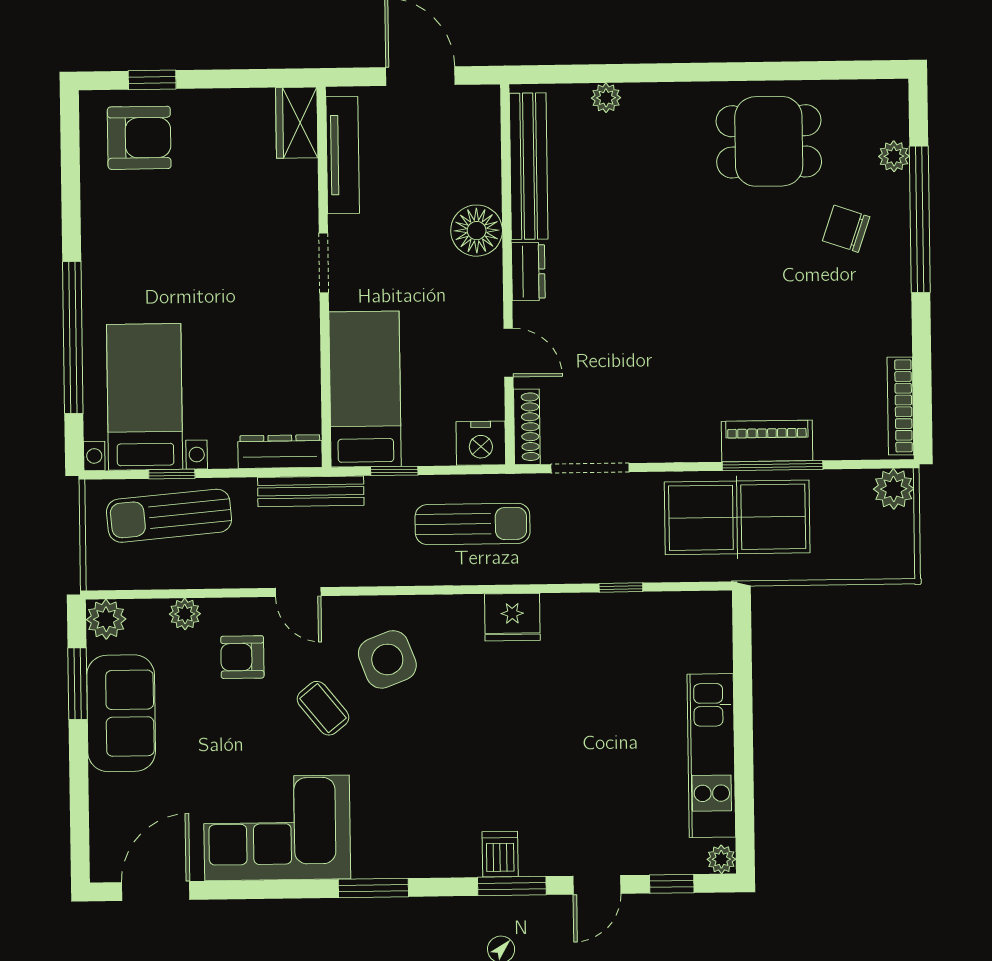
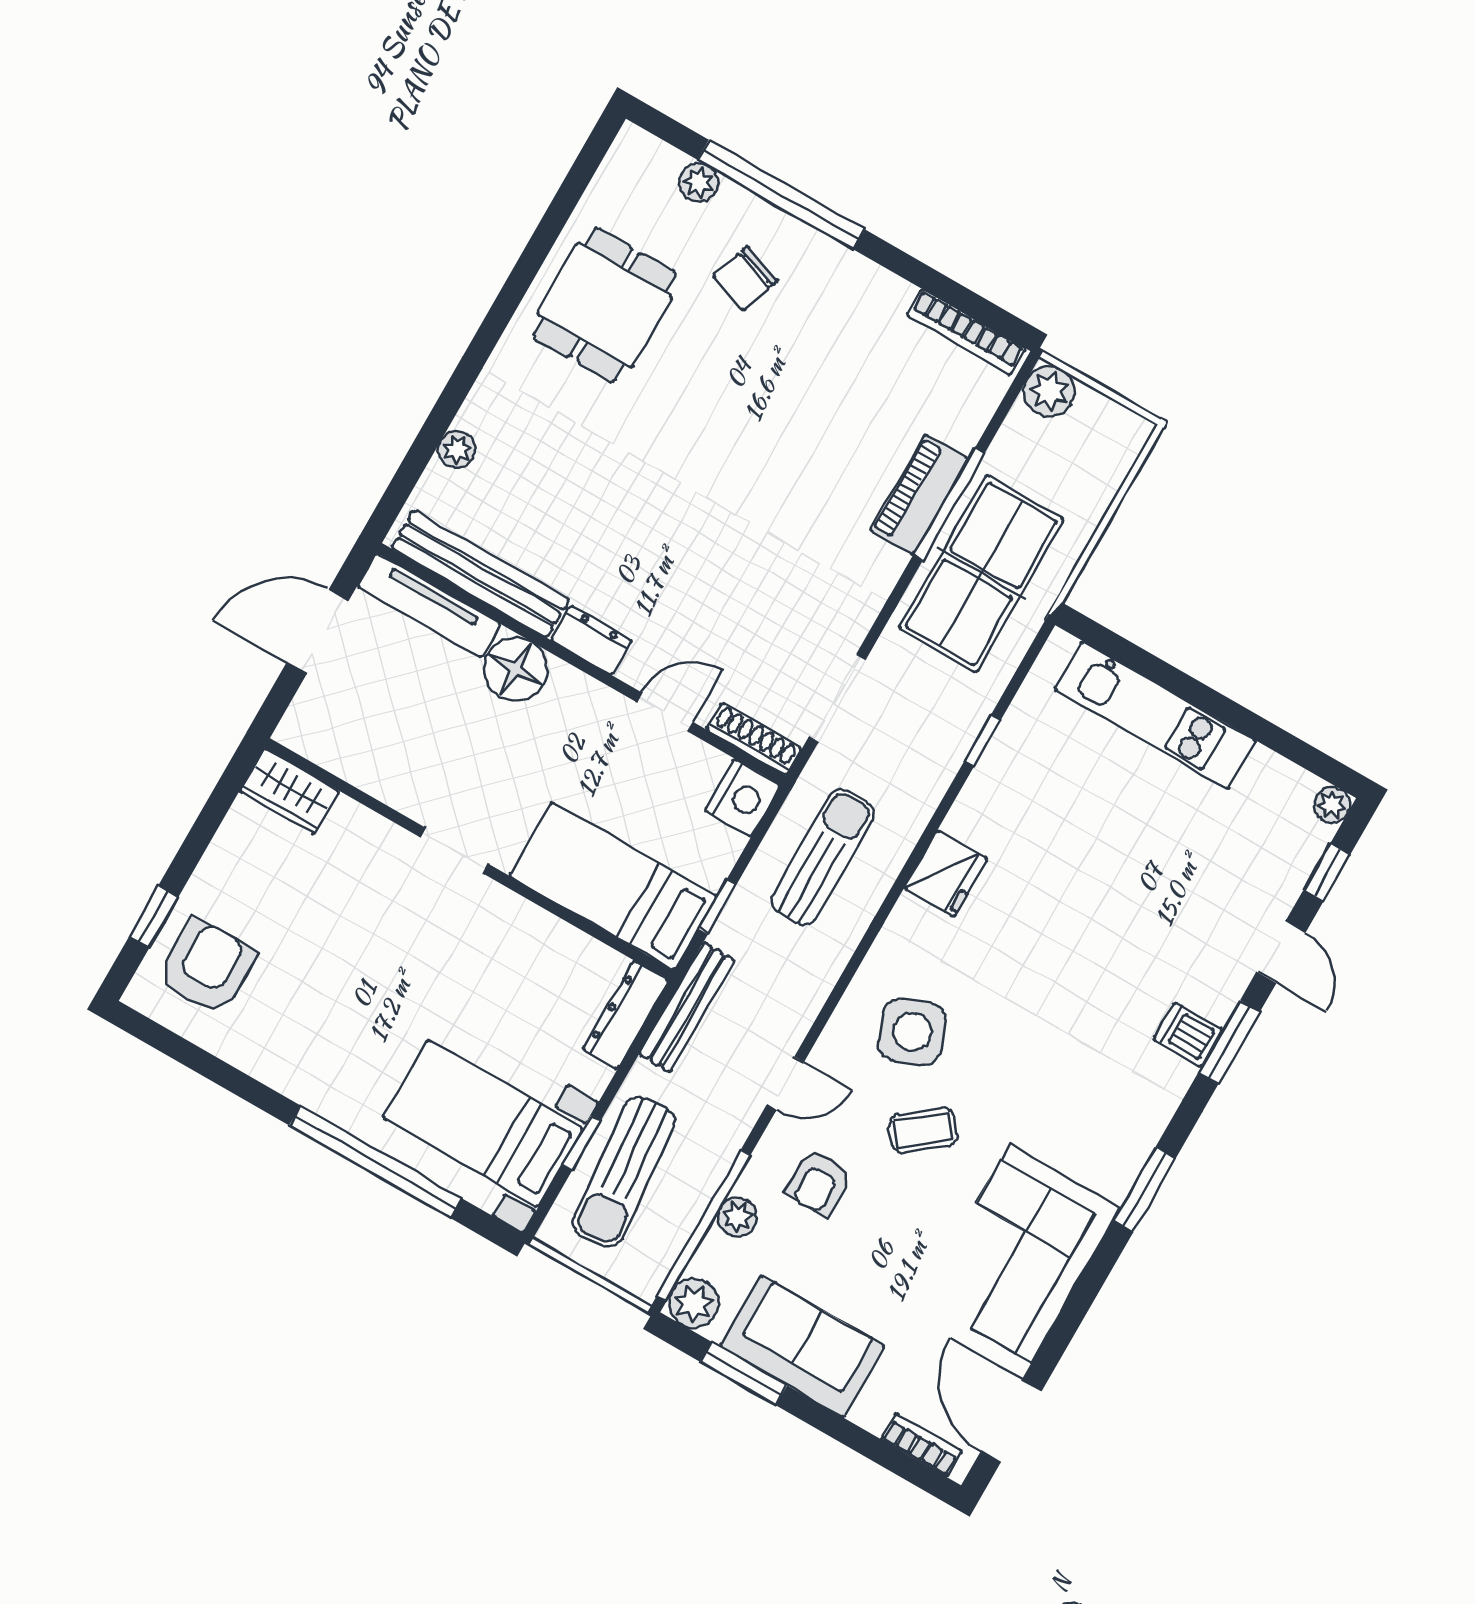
tv unit: (343, 155) -> (429, 605), moved, turned 180
window: (165, 594) -> (704, 1225), added
kitchen unit: (711, 756) -> (1155, 715), moved
bookcase: (102, 838) -> (922, 1445), added

